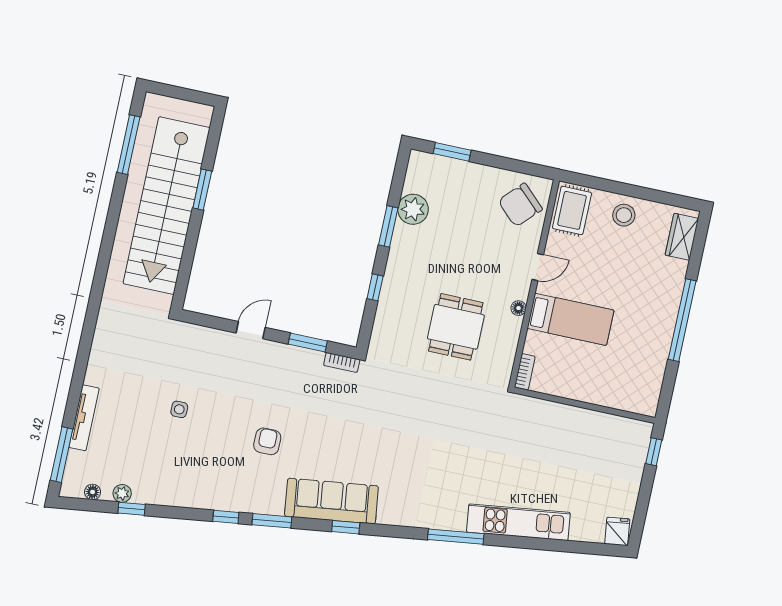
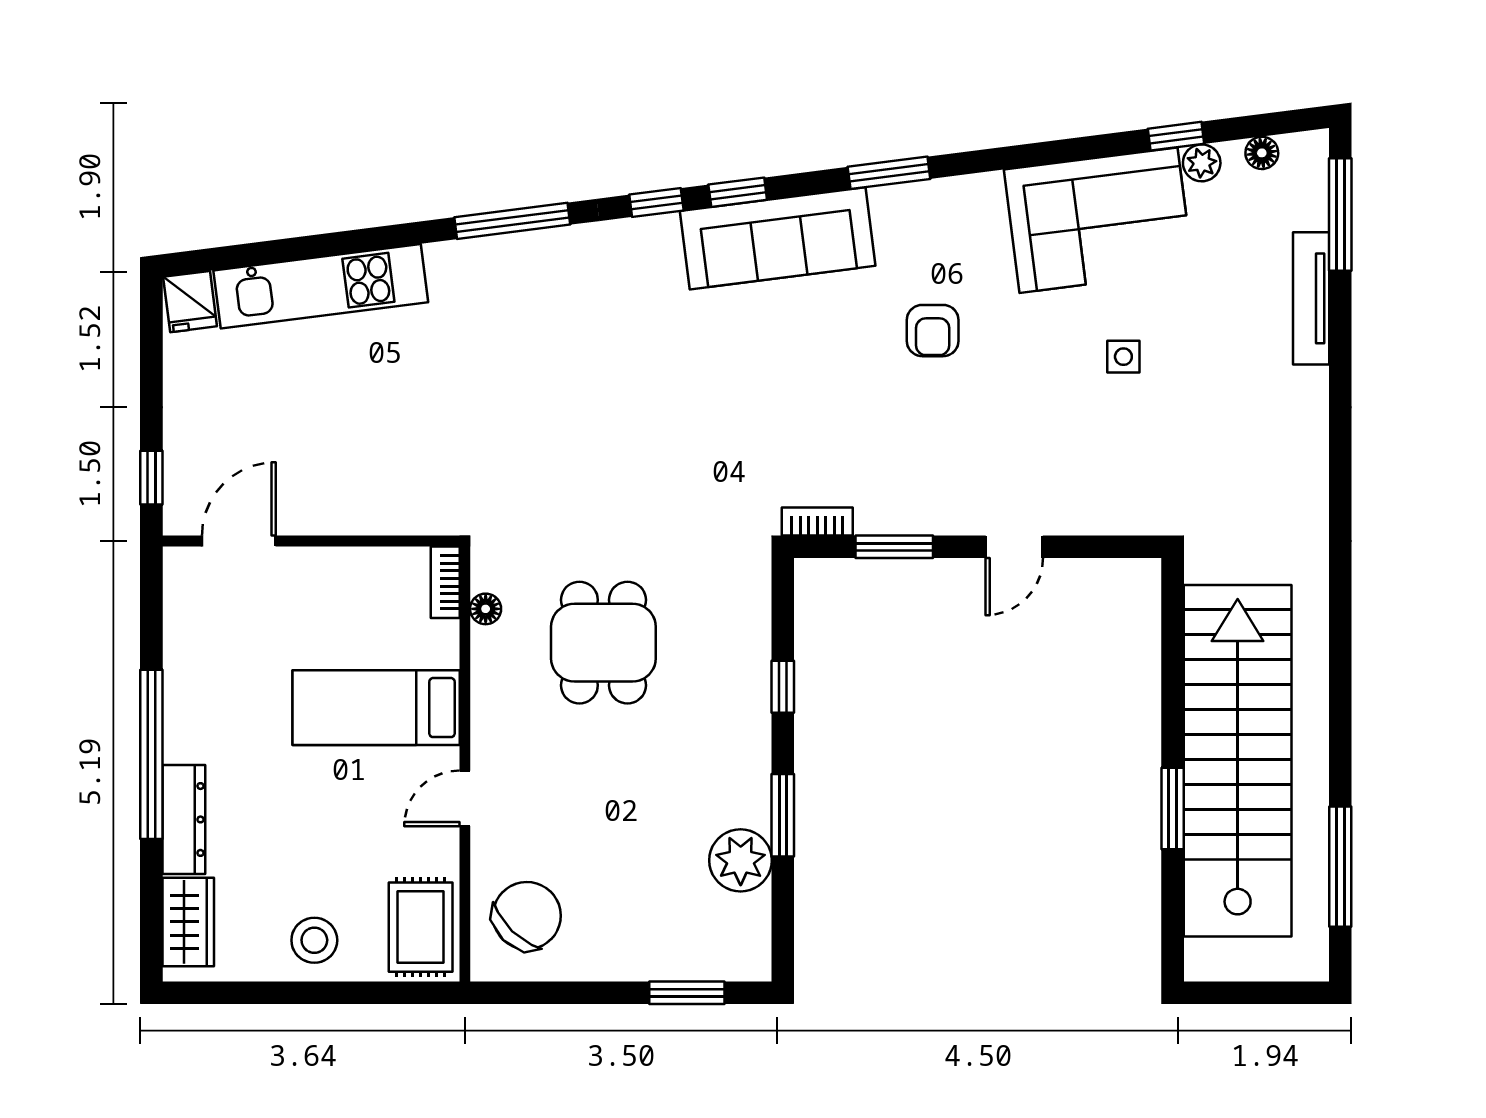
dresser: (673, 286) -> (184, 819), added
floor lamp: (519, 308) -> (486, 609), moved
door: (619, 413) -> (239, 541), added
corner sofa: (177, 477) -> (1099, 220), added
window: (226, 517) -> (656, 202), moved
kitchen unit: (518, 522) -> (321, 286), moved

